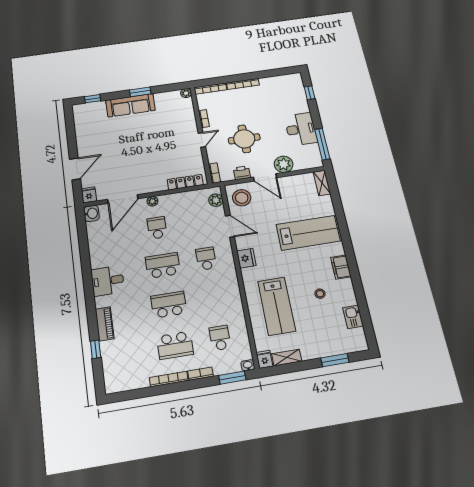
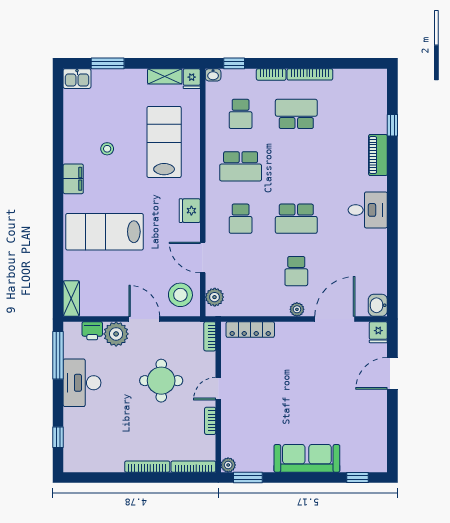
window: (140, 92) -> (248, 478), moved
printer: (242, 173) -> (92, 331), moved
school desk: (169, 305) -> (241, 166), moved
kitchen sink: (353, 317) -> (77, 79), moved, turned 90
window: (232, 378) -> (234, 63), width x0.67

